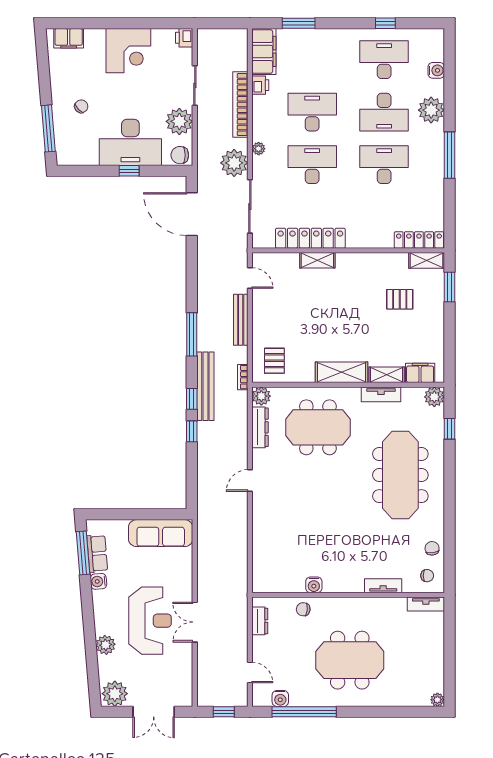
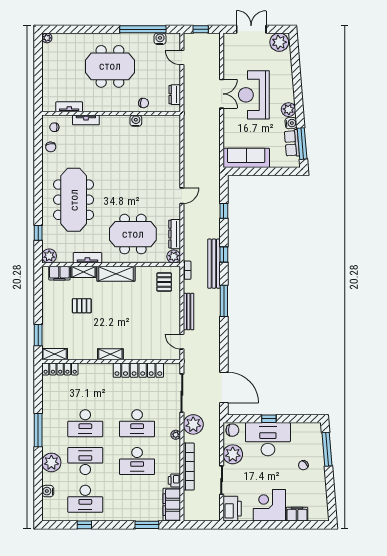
filing cabinet: (69, 38) -> (297, 514), moved
printer: (184, 38) -> (232, 509), width x1.87, depth x1.48
shelving: (317, 260) -> (110, 354), moved
pallet: (400, 299) -> (82, 306), moved
window: (192, 431) -> (224, 211), moved
tv unit: (426, 604) -> (69, 107), moved
plant: (106, 645) -> (288, 110), moved

